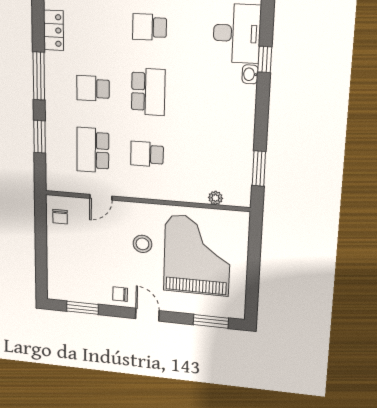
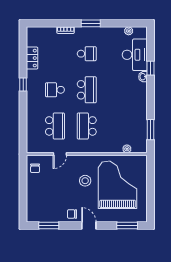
school desk: (150, 27) -> (87, 54), turned 180
window: (39, 76) -> (23, 85), width x0.46
window: (40, 137) -> (23, 120), removed
school desk: (93, 150) -> (55, 126), turned 180
school desk: (147, 154) -> (87, 126), width x1.85

